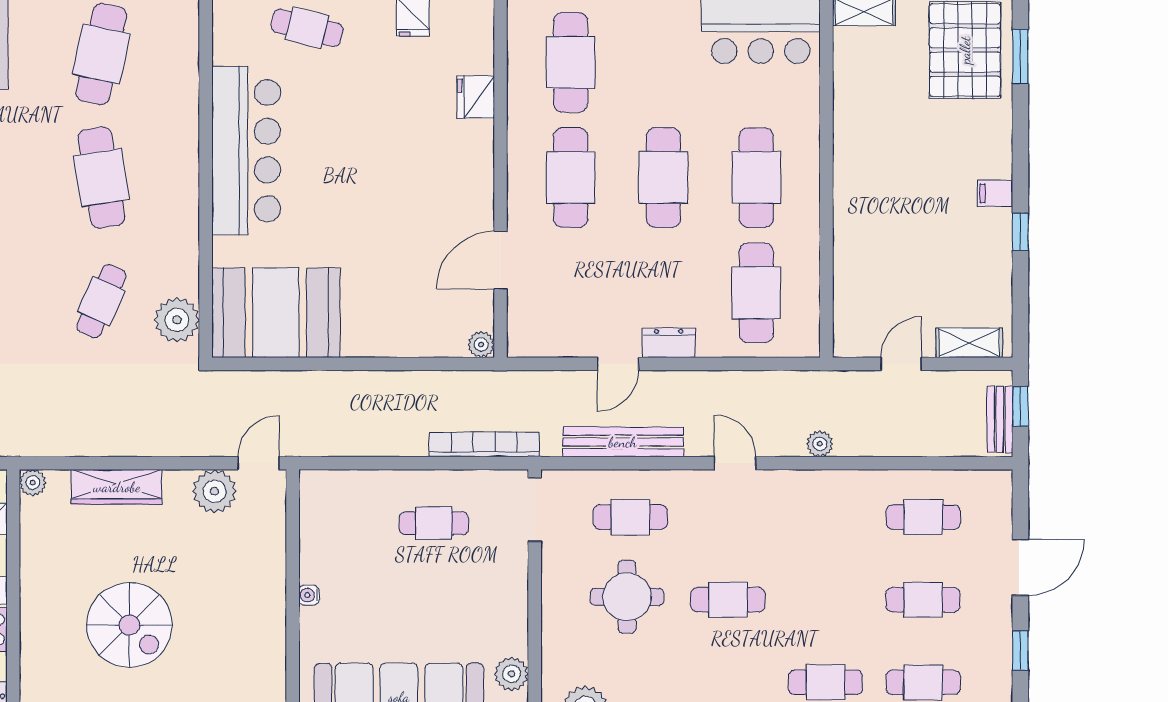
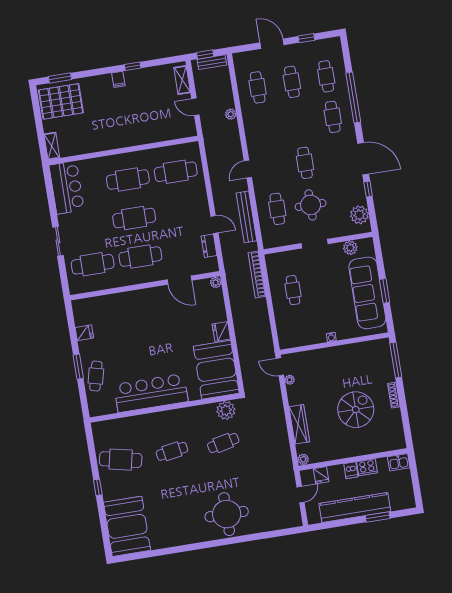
fridge: (476, 97) -> (221, 331), moved, turned 90
cafe table: (101, 178) -> (172, 451), width x0.73, depth x0.74
cafe table: (101, 301) -> (223, 443), turned -36
dresser: (669, 343) -> (209, 246), moved
plant: (820, 444) -> (231, 114), moved
plant: (214, 491) -> (290, 380), width x0.53, depth x0.53
doorway: (535, 510) -> (315, 244), moved

